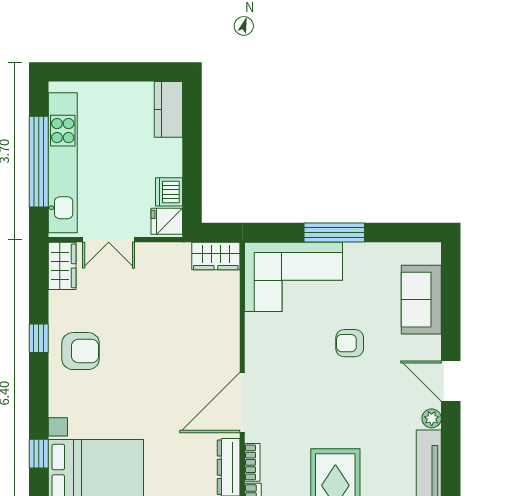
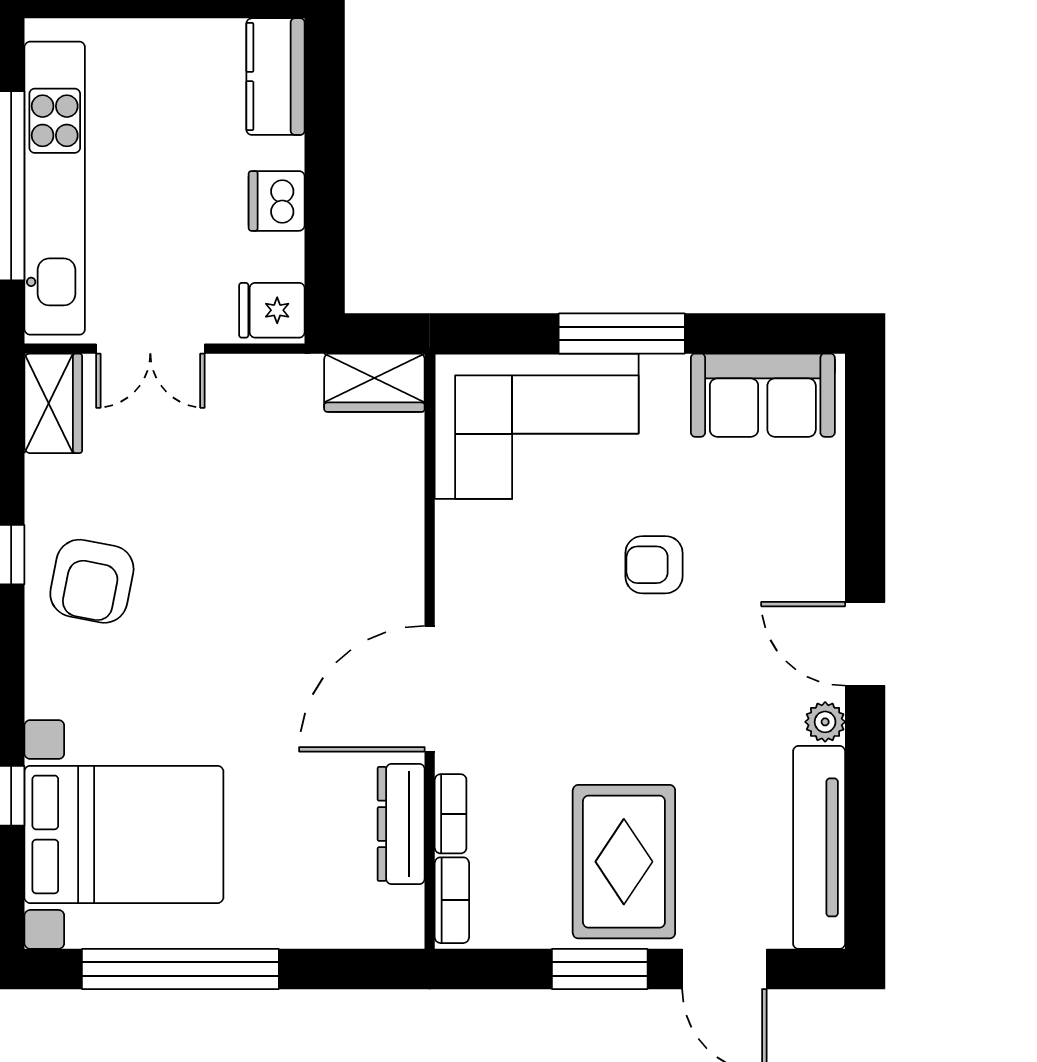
dishwasher: (169, 192) -> (277, 201), moved
sofa: (421, 300) -> (763, 395), moved, turned -90
armchair: (81, 351) -> (92, 581), turned 101

